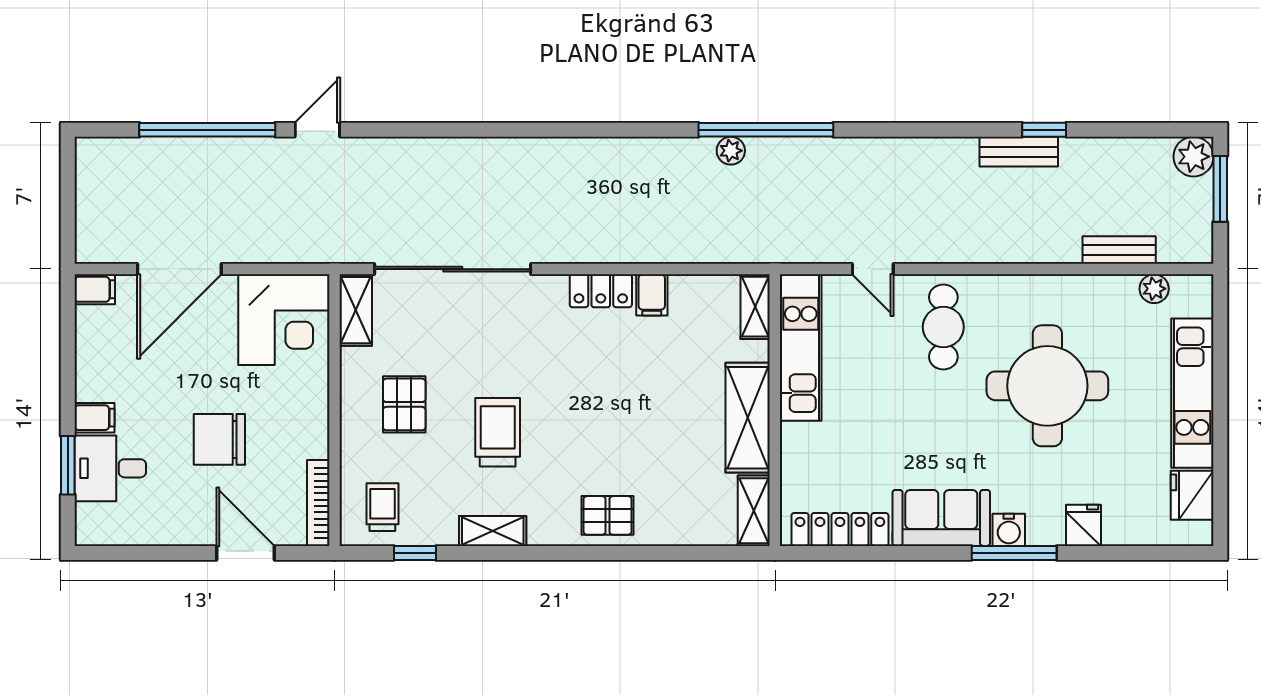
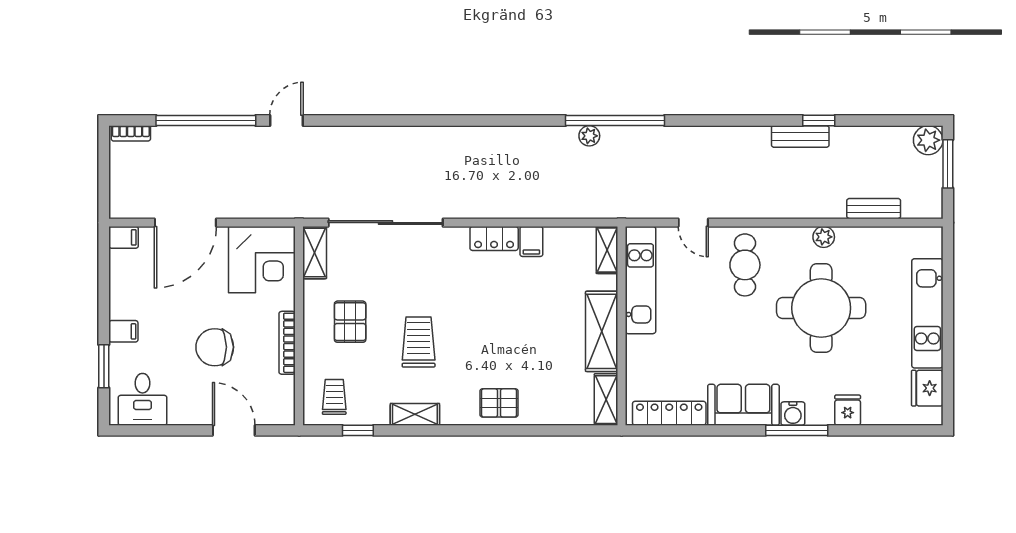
bookcase: (105, 147) -> (131, 133), added
plant: (1154, 289) -> (824, 237), moved
desk: (110, 468) -> (142, 399), moved, turned -90
bookcase: (318, 503) -> (287, 343), moved

